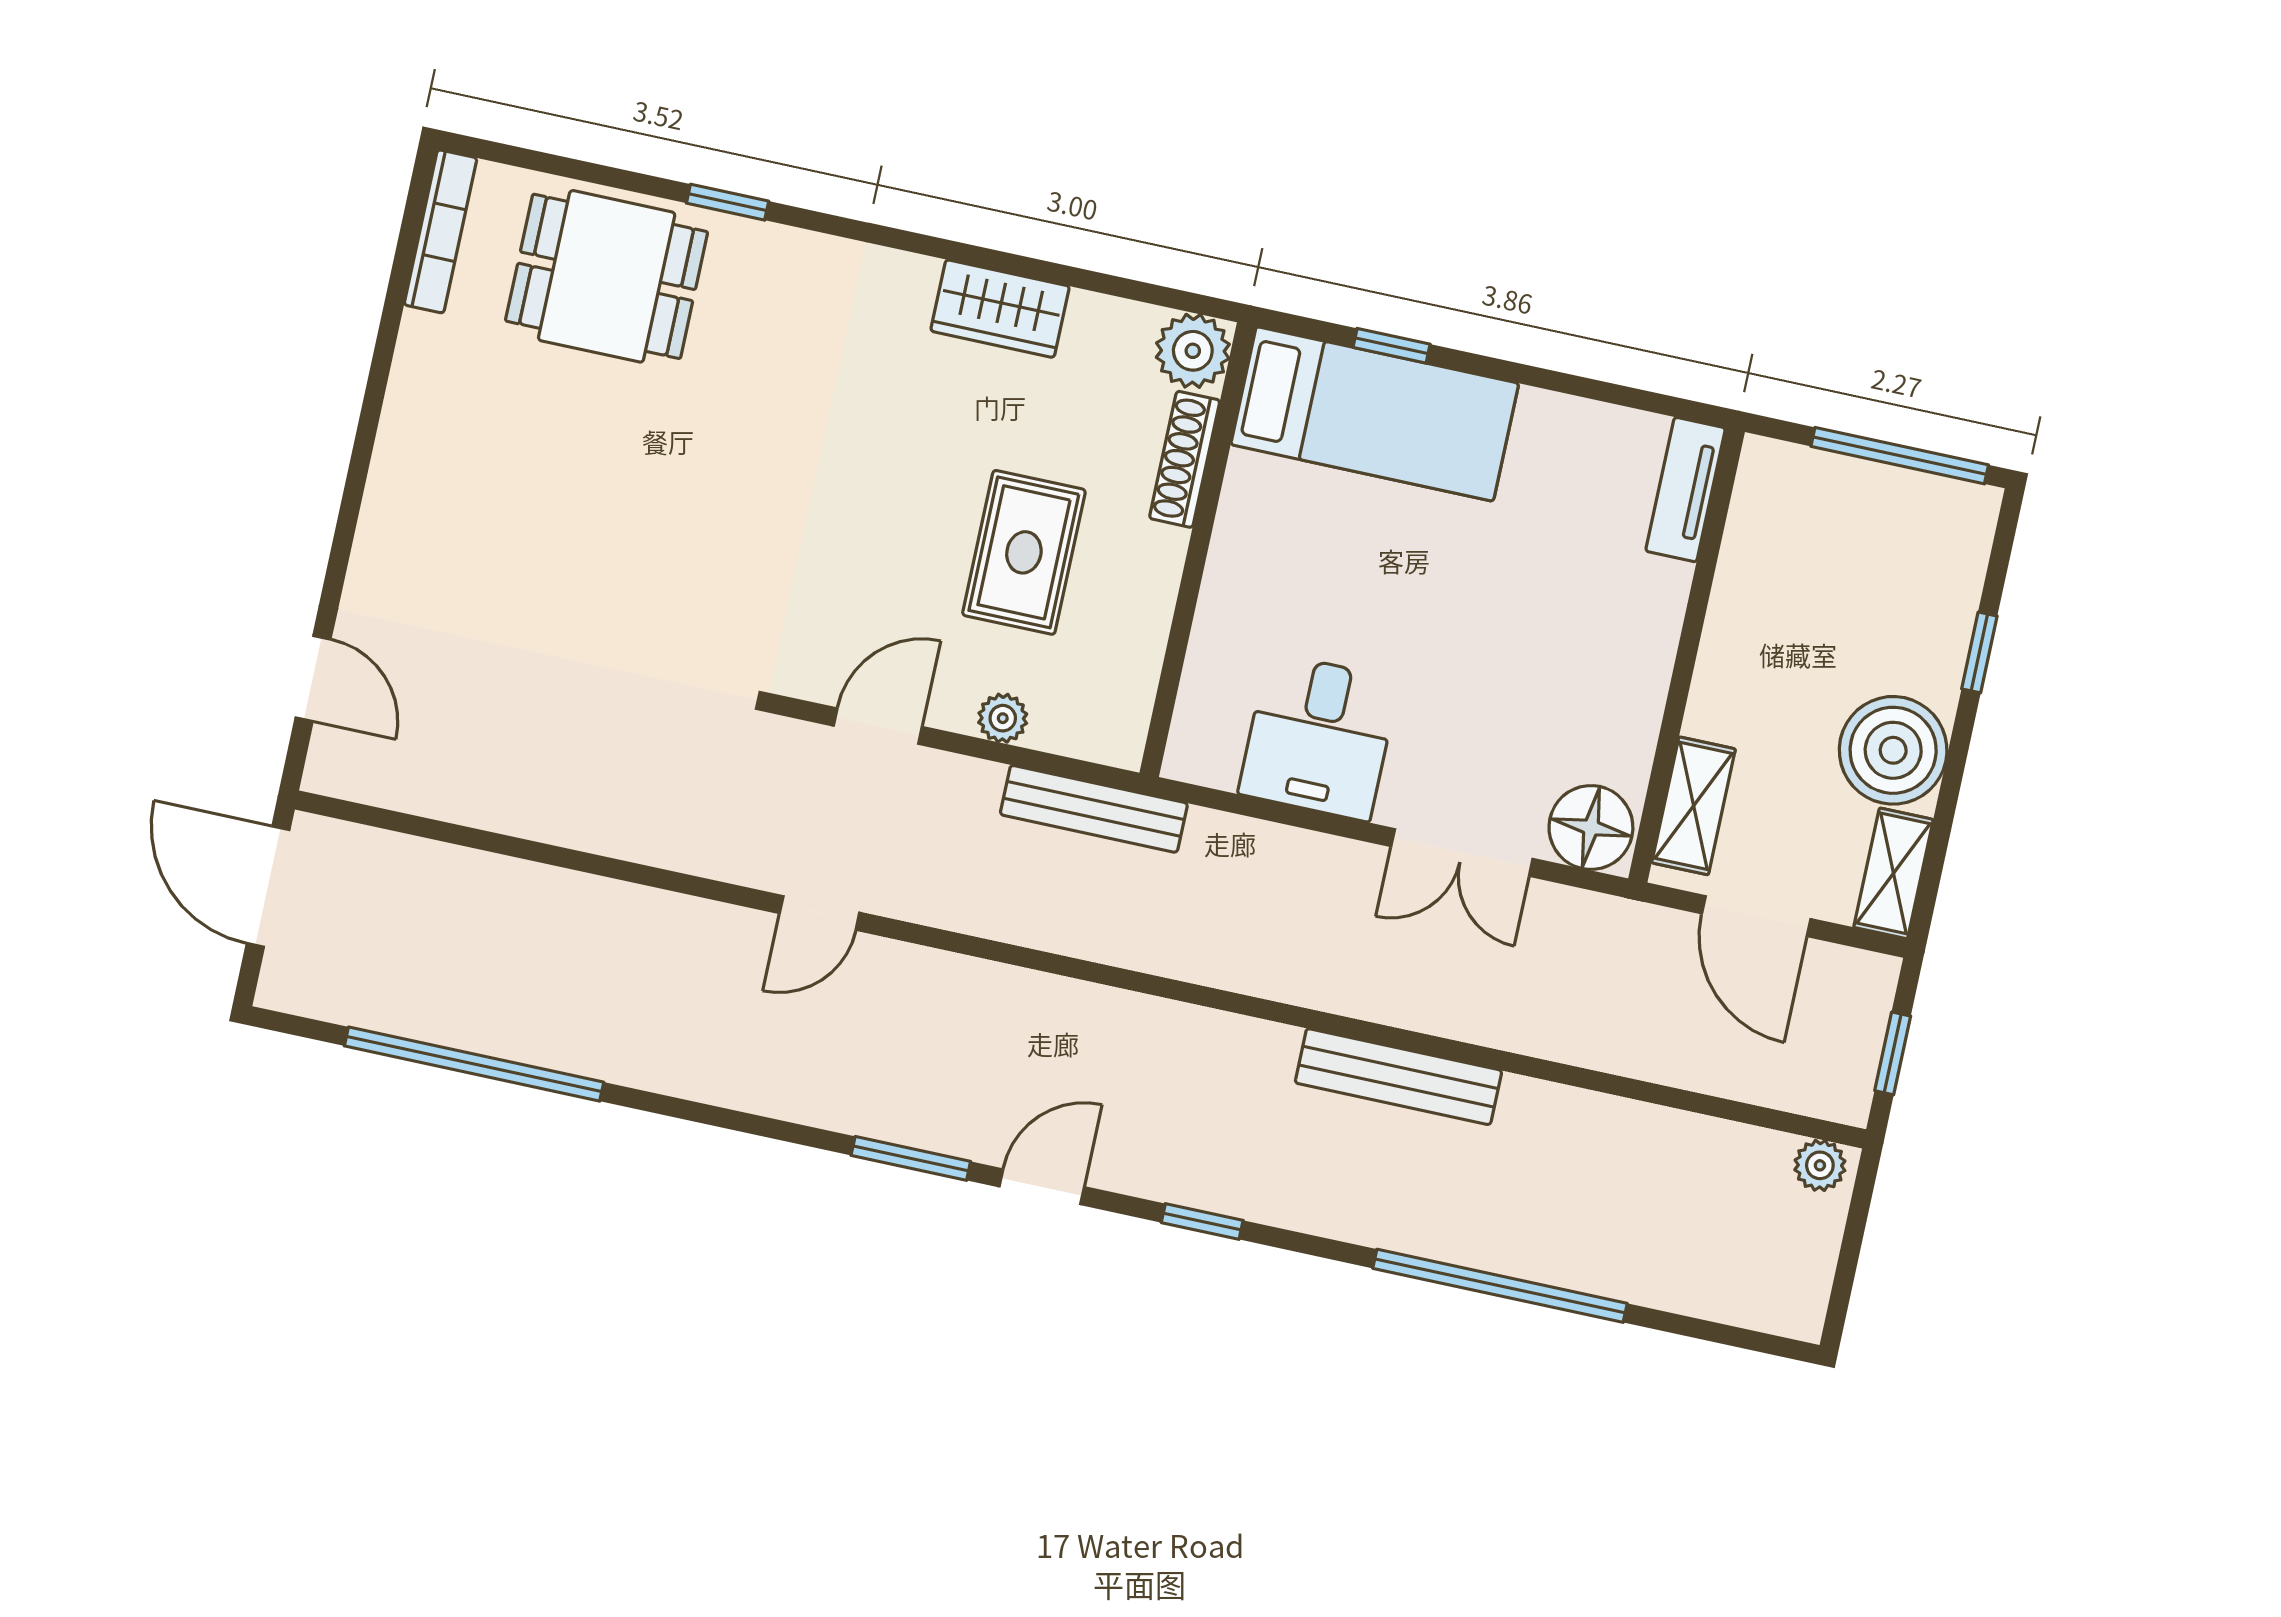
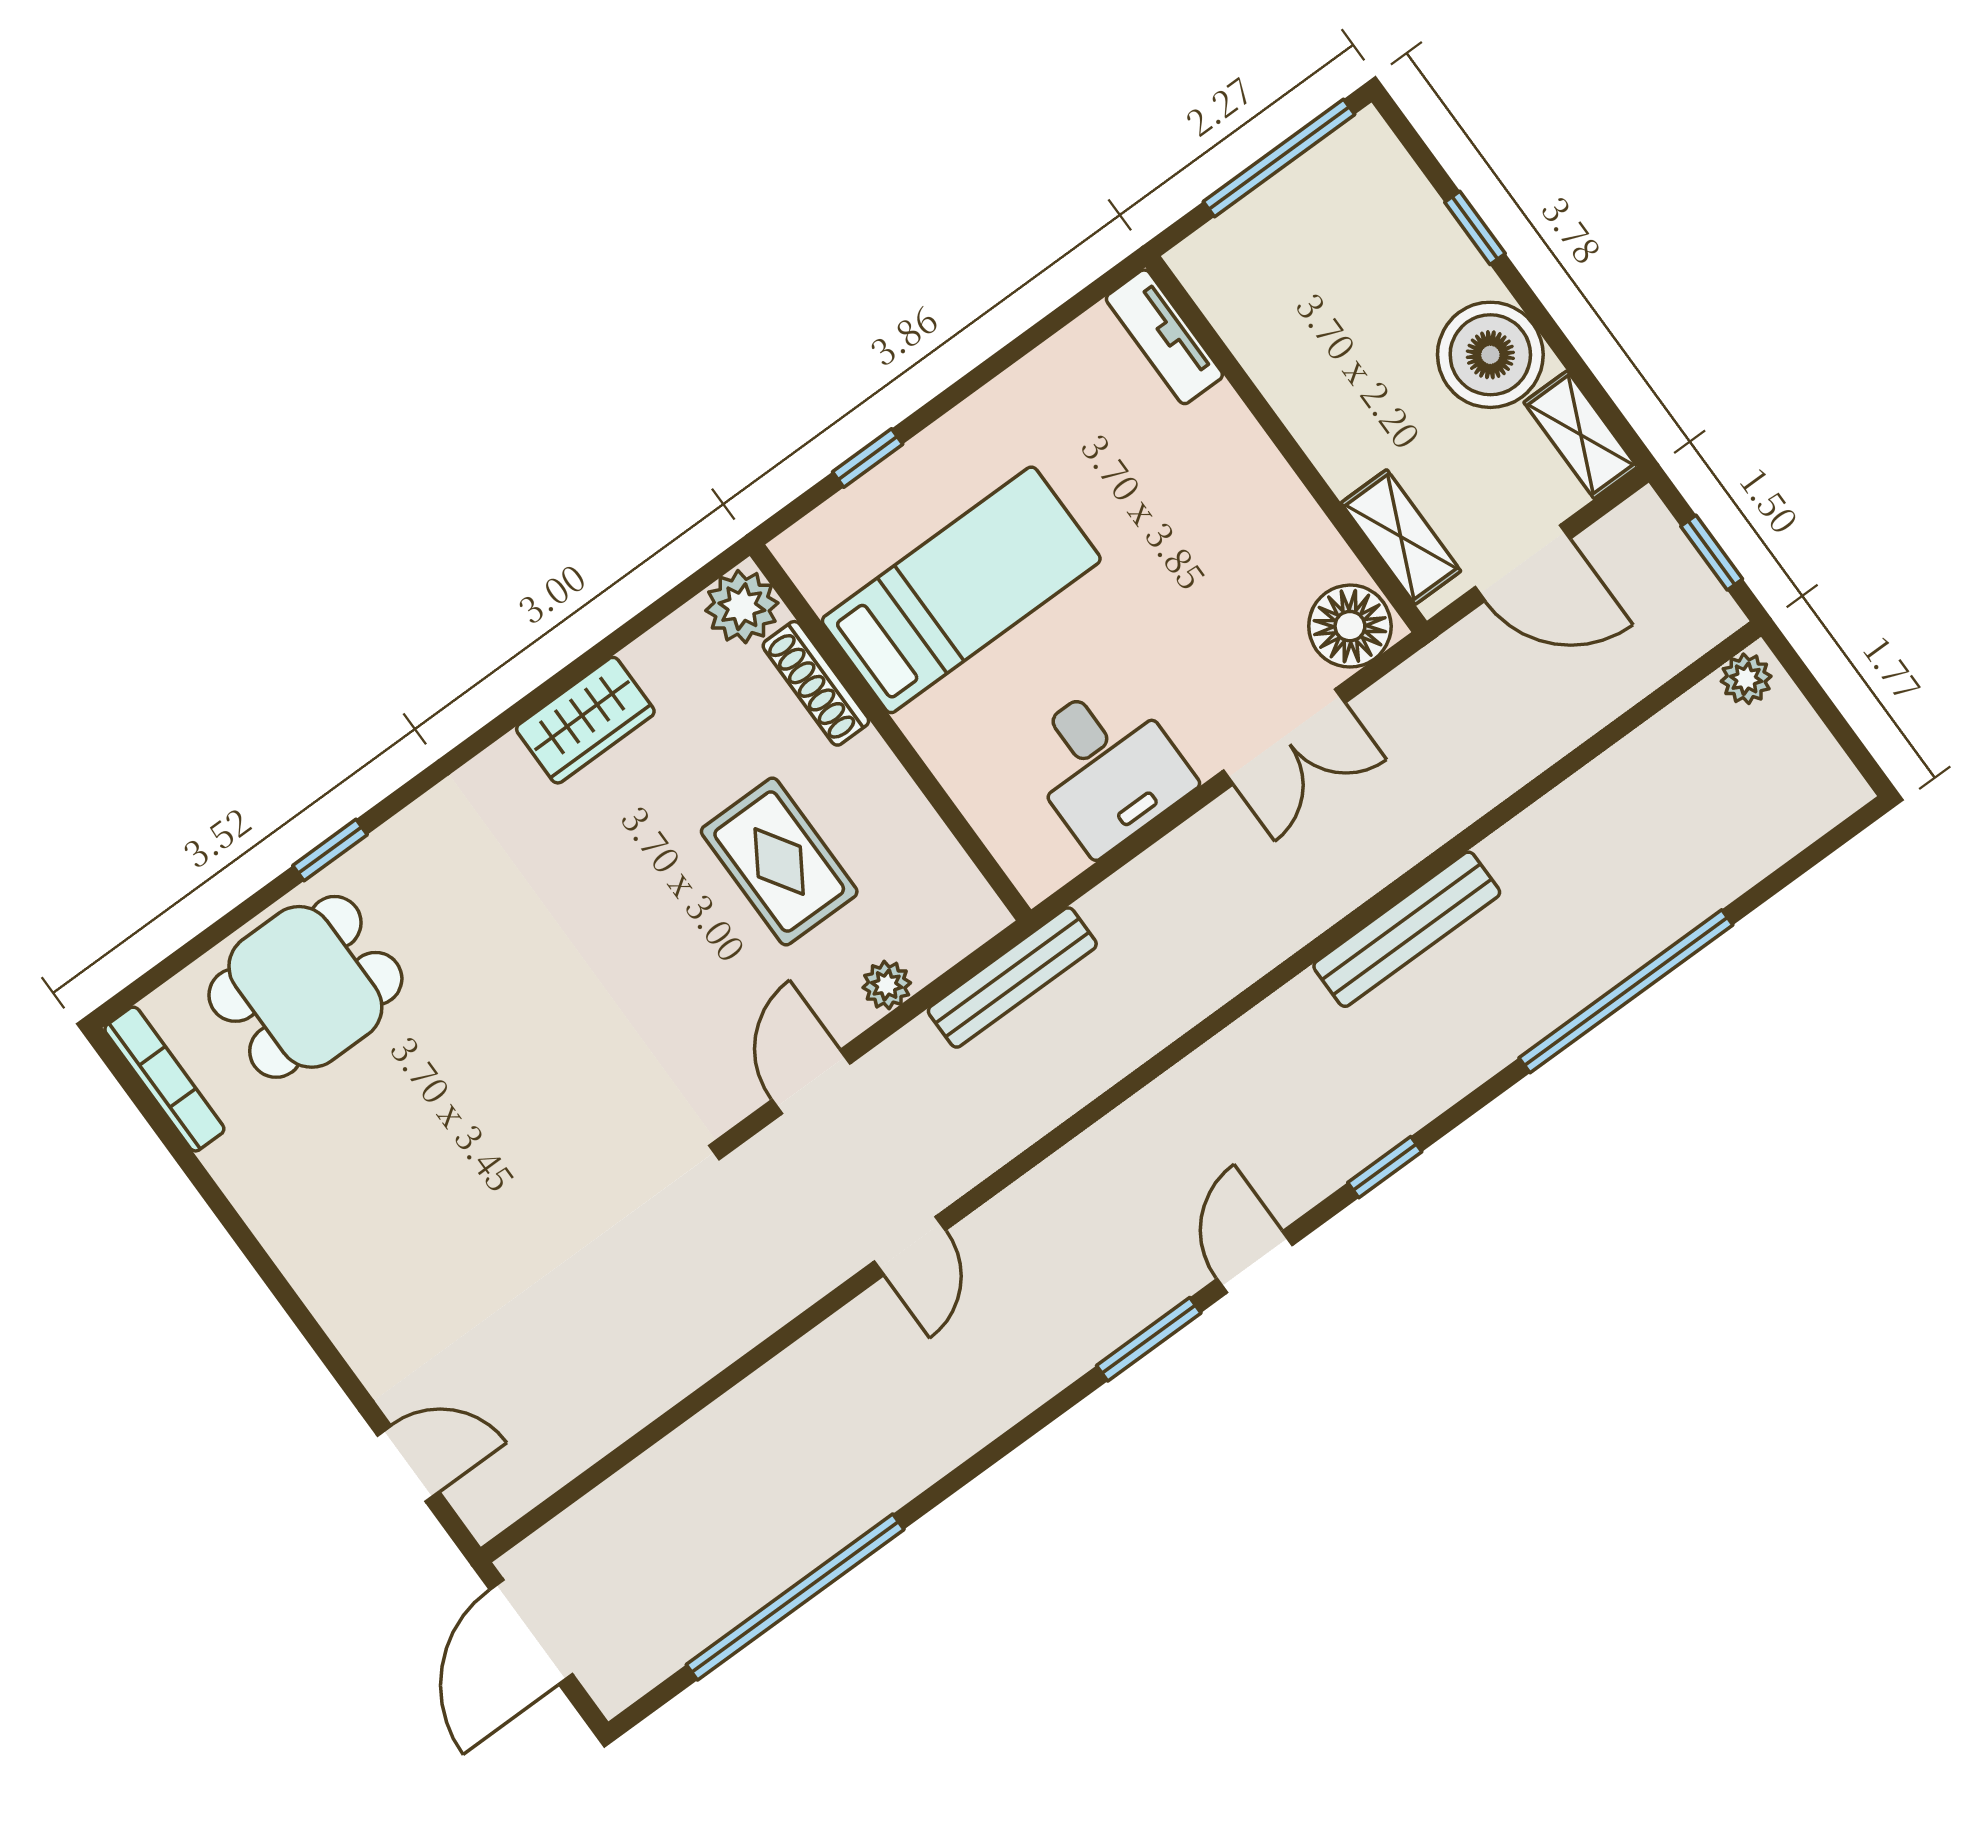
bed: (1375, 414) -> (961, 590), moved
door: (268, 887) -> (531, 1632), hinge flipped

